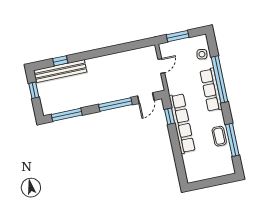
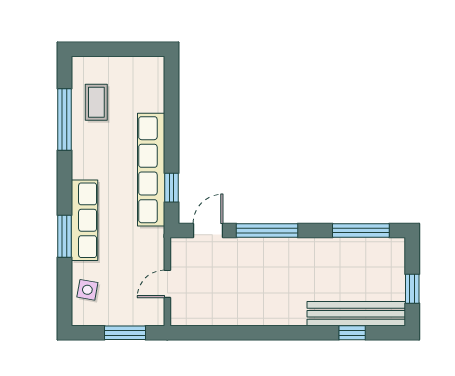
window: (220, 79) -> (65, 236), width x0.47
coffee table: (219, 136) -> (96, 102), moved

